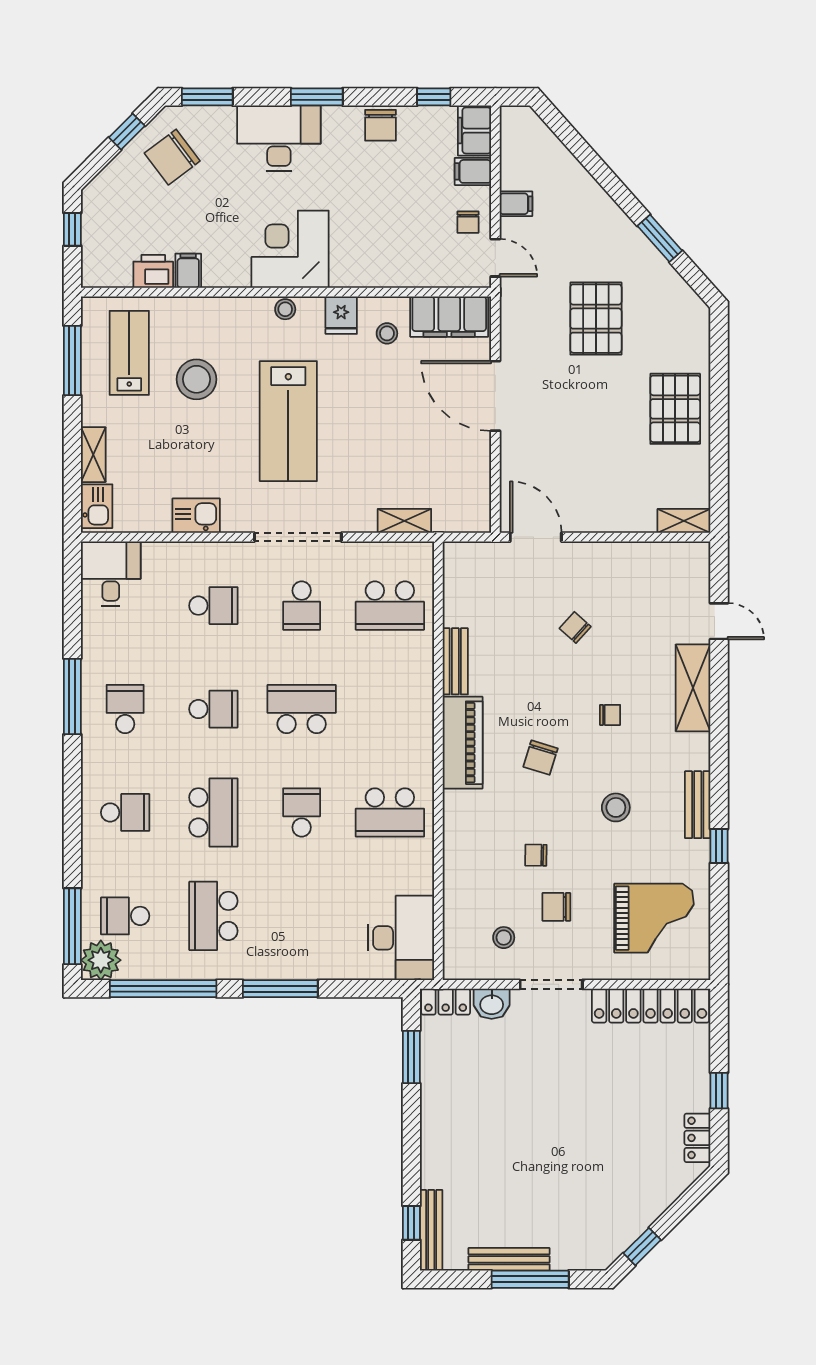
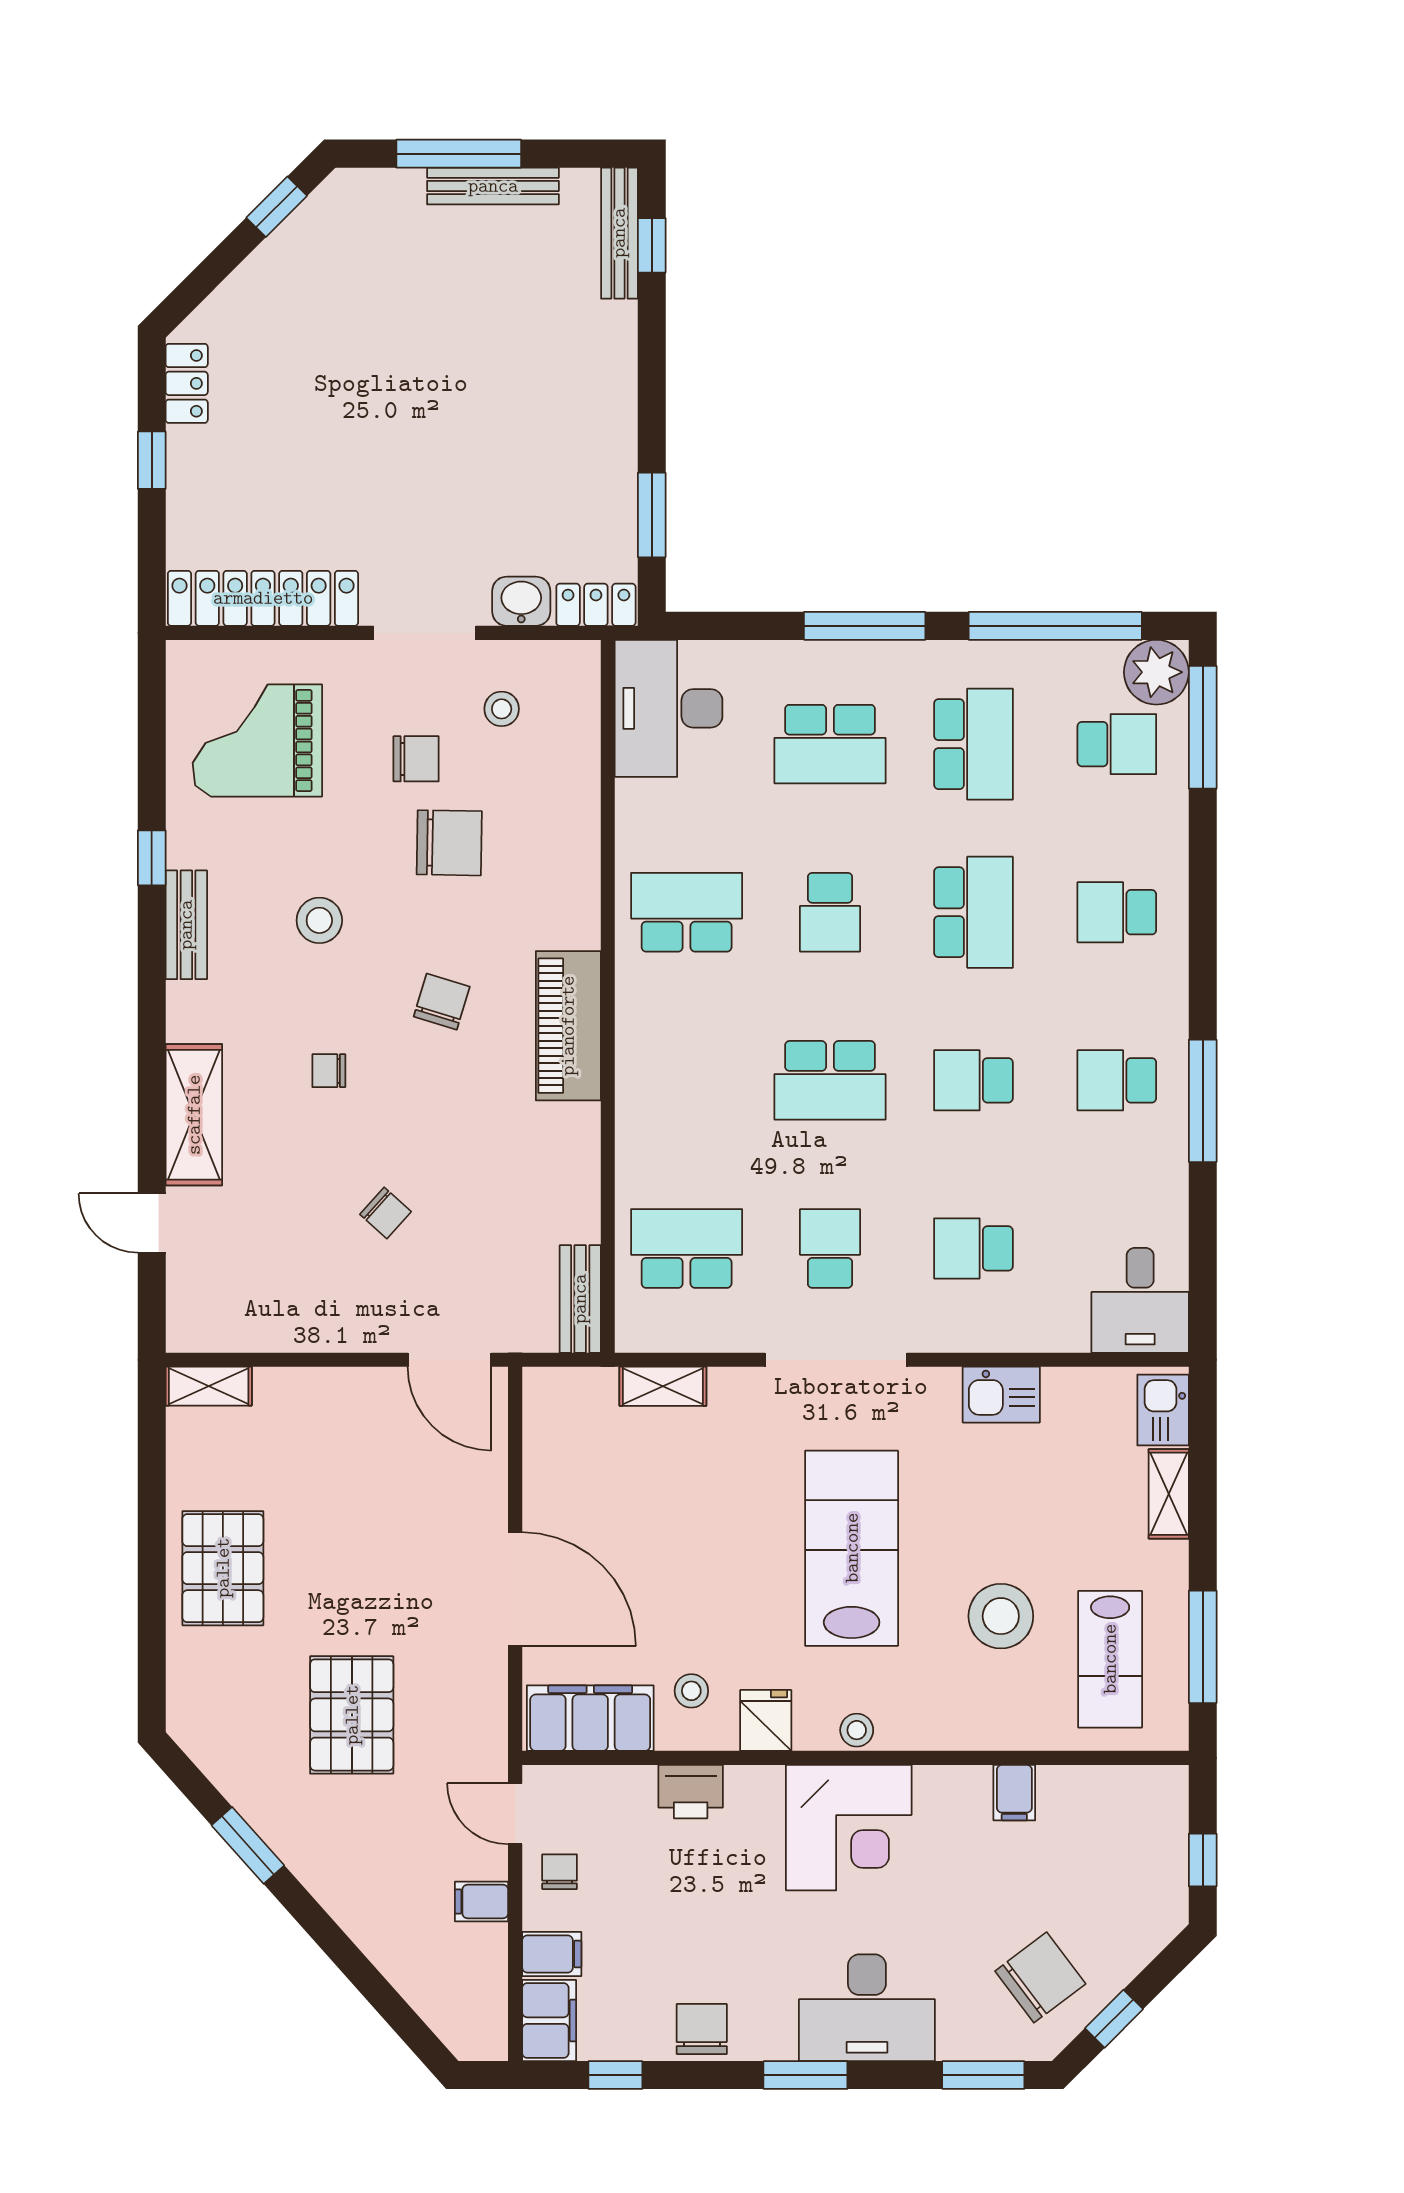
printer: (153, 271) -> (691, 1792), moved
bench: (455, 661) -> (580, 1299), moved
school desk: (125, 709) -> (1117, 1080), turned 90
school desk: (213, 812) -> (973, 912), turned 180
chair: (536, 855) -> (449, 843), width x1.87, depth x1.87
school desk: (302, 916) -> (830, 744), added

